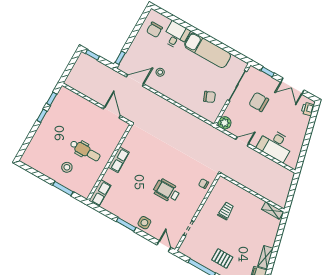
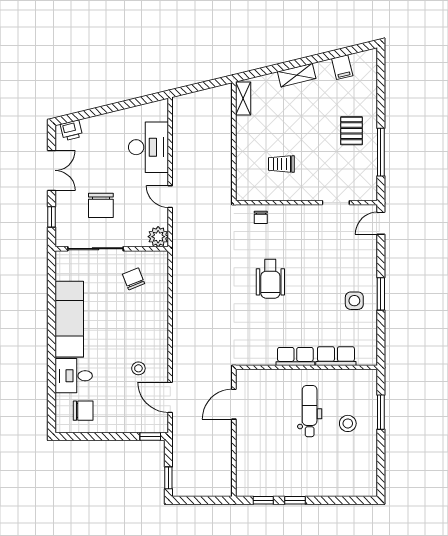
wheelchair: (167, 191) -> (270, 279), moved
row of seats: (100, 193) -> (336, 356), moved
side table: (144, 223) -> (354, 301), moved
shelving: (265, 257) -> (297, 75), moved

